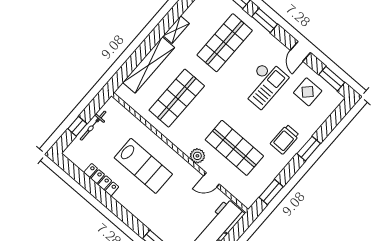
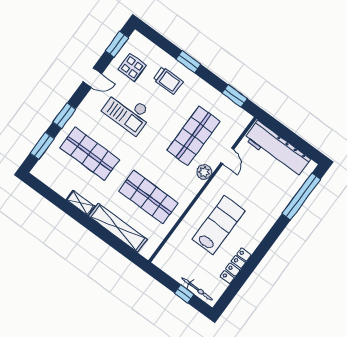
checkout: (264, 84) -> (128, 112), turned 180
bicycle: (93, 126) -> (197, 289), moved
trolley: (285, 139) -> (168, 80), moved

